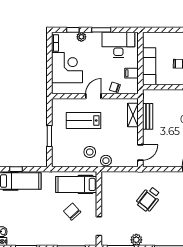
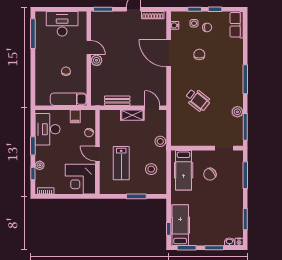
corner desk: (67, 68) -> (80, 179), moved, turned -90
shelving: (133, 115) -> (132, 115), moved
stool: (90, 152) -> (151, 169), moved

